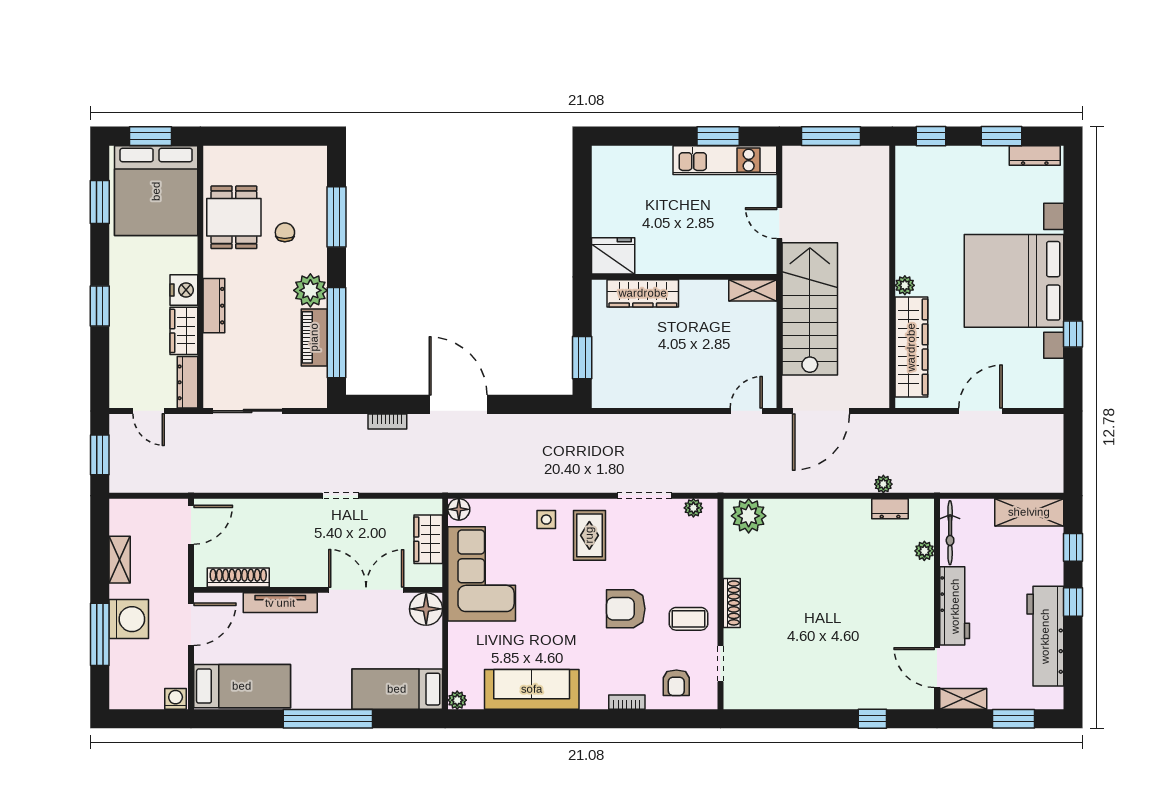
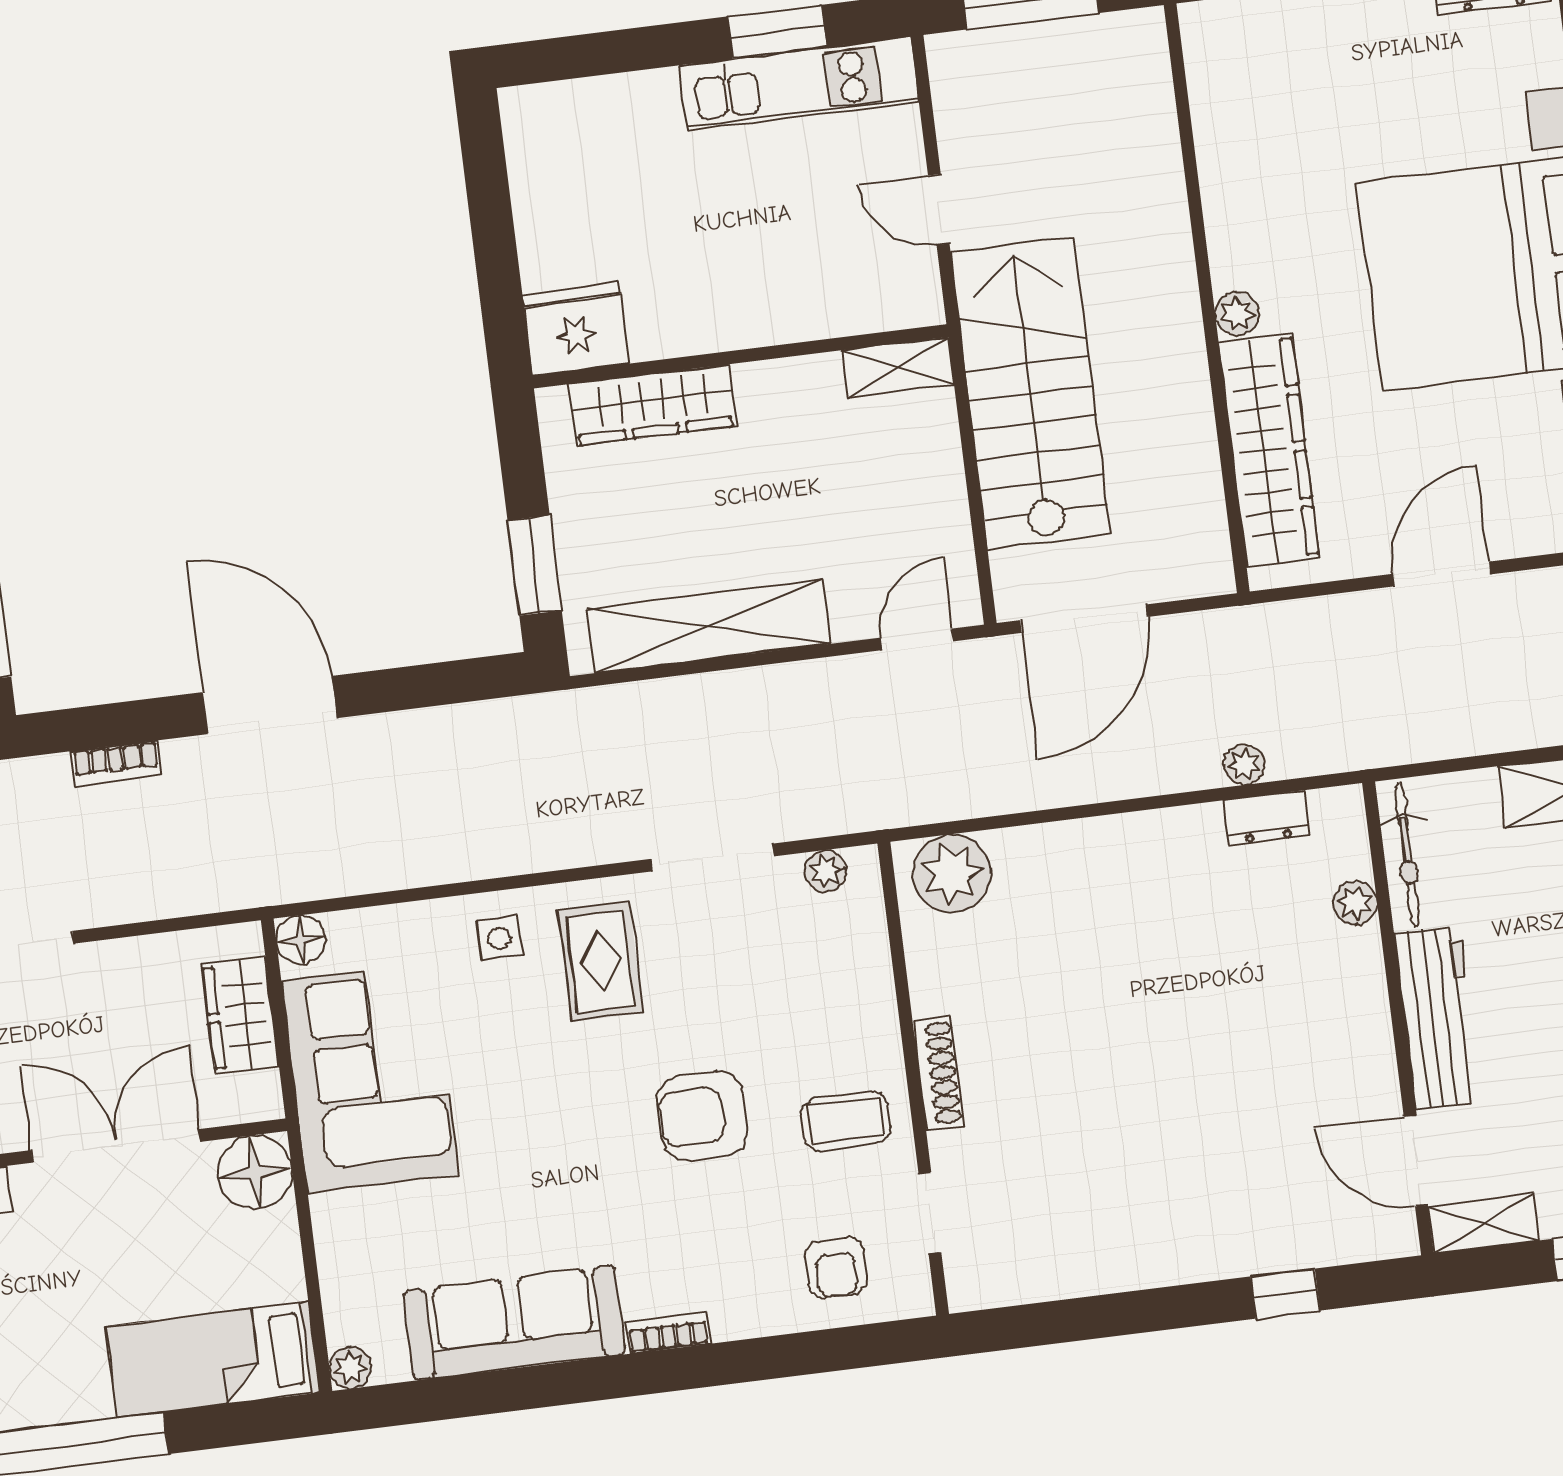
shelving: (655, 394) -> (709, 626), added
bookcase: (627, 702) -> (668, 1333), moved

